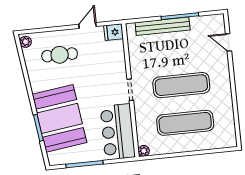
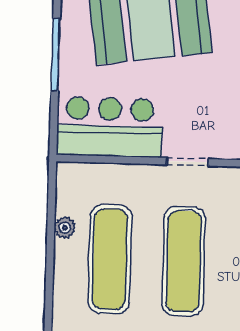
plant: (144, 151) -> (65, 228), moved

